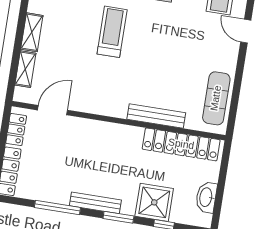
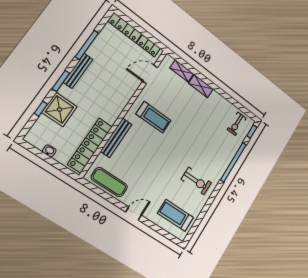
door: (246, 31) -> (134, 214), moved
treadmill: (112, 32) -> (154, 117), moved
door: (52, 110) -> (150, 74), swing flipped
washbasin: (206, 197) -> (49, 151), width x0.52, depth x0.69

